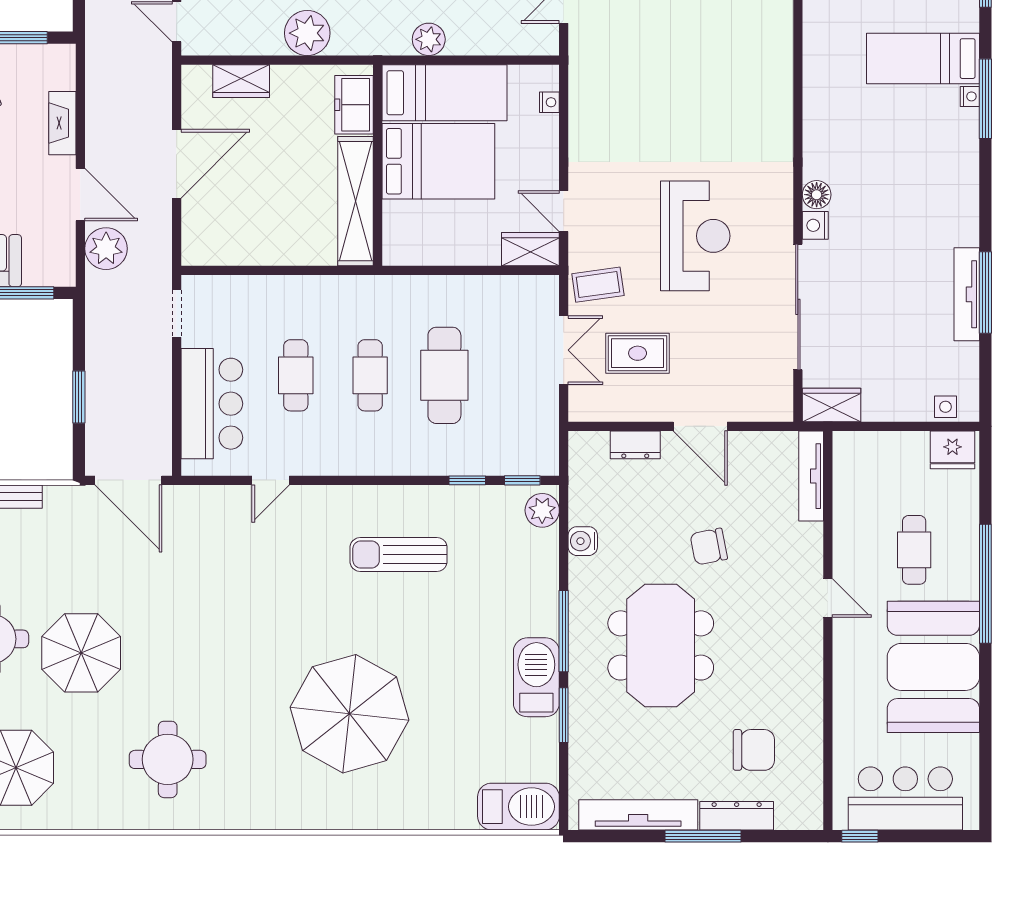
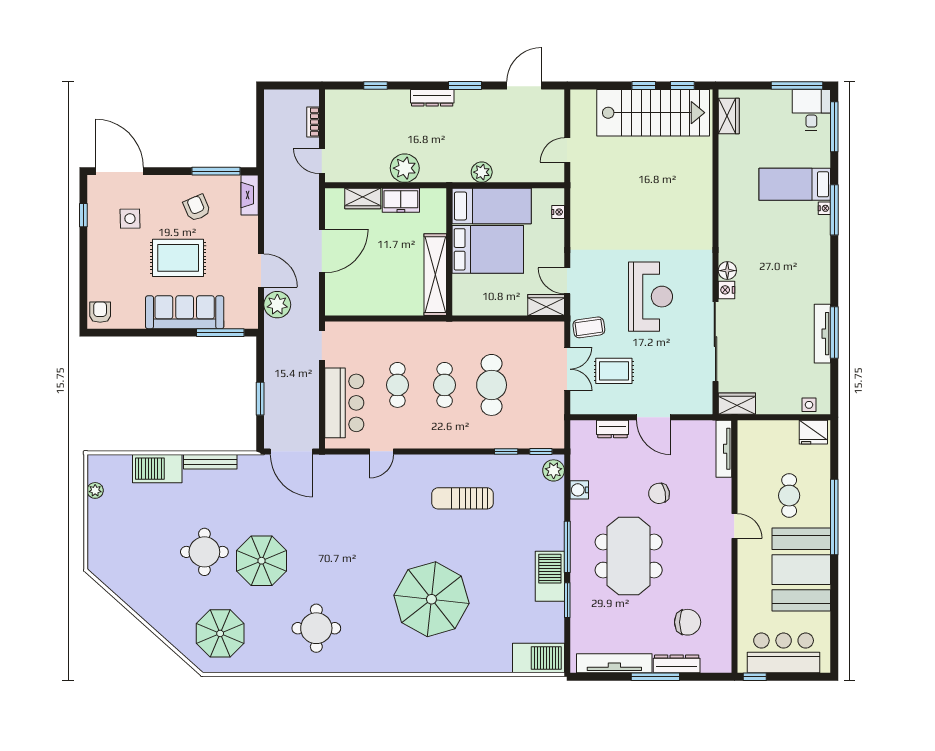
freezer: (354, 105) -> (401, 200), moved, turned -90
fireplace: (62, 123) -> (250, 195), moved

